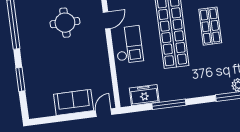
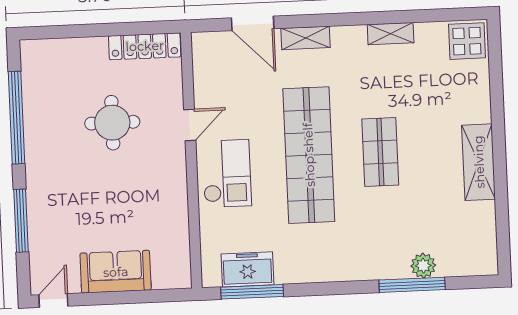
window: (20, 79) -> (21, 221), width x1.44
window: (169, 104) -> (252, 292), moved
door: (104, 113) -> (53, 301), moved

